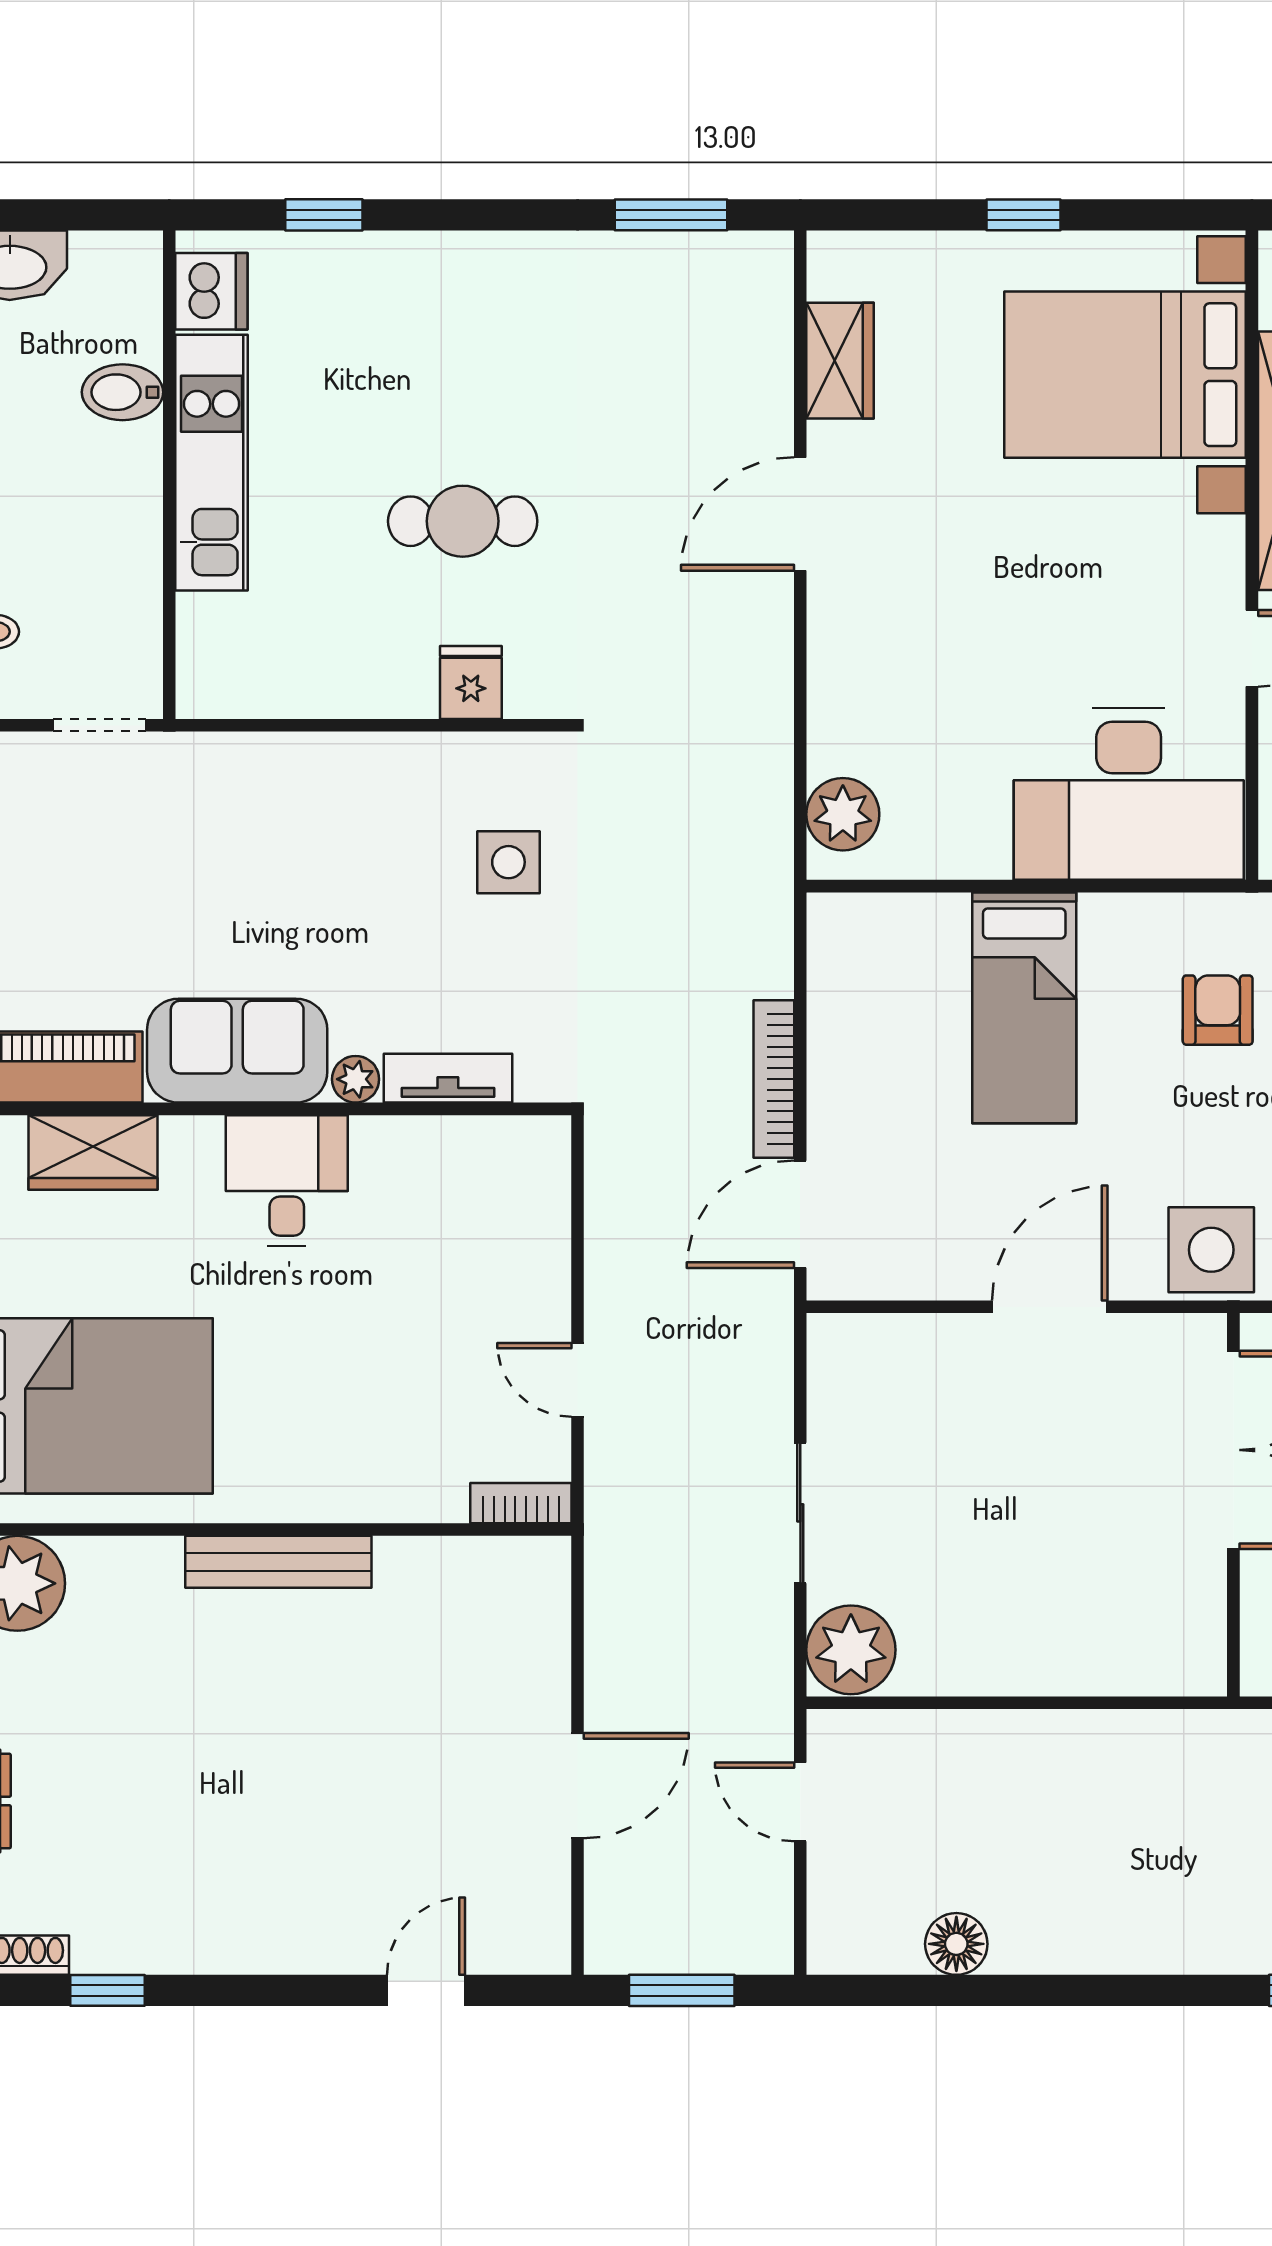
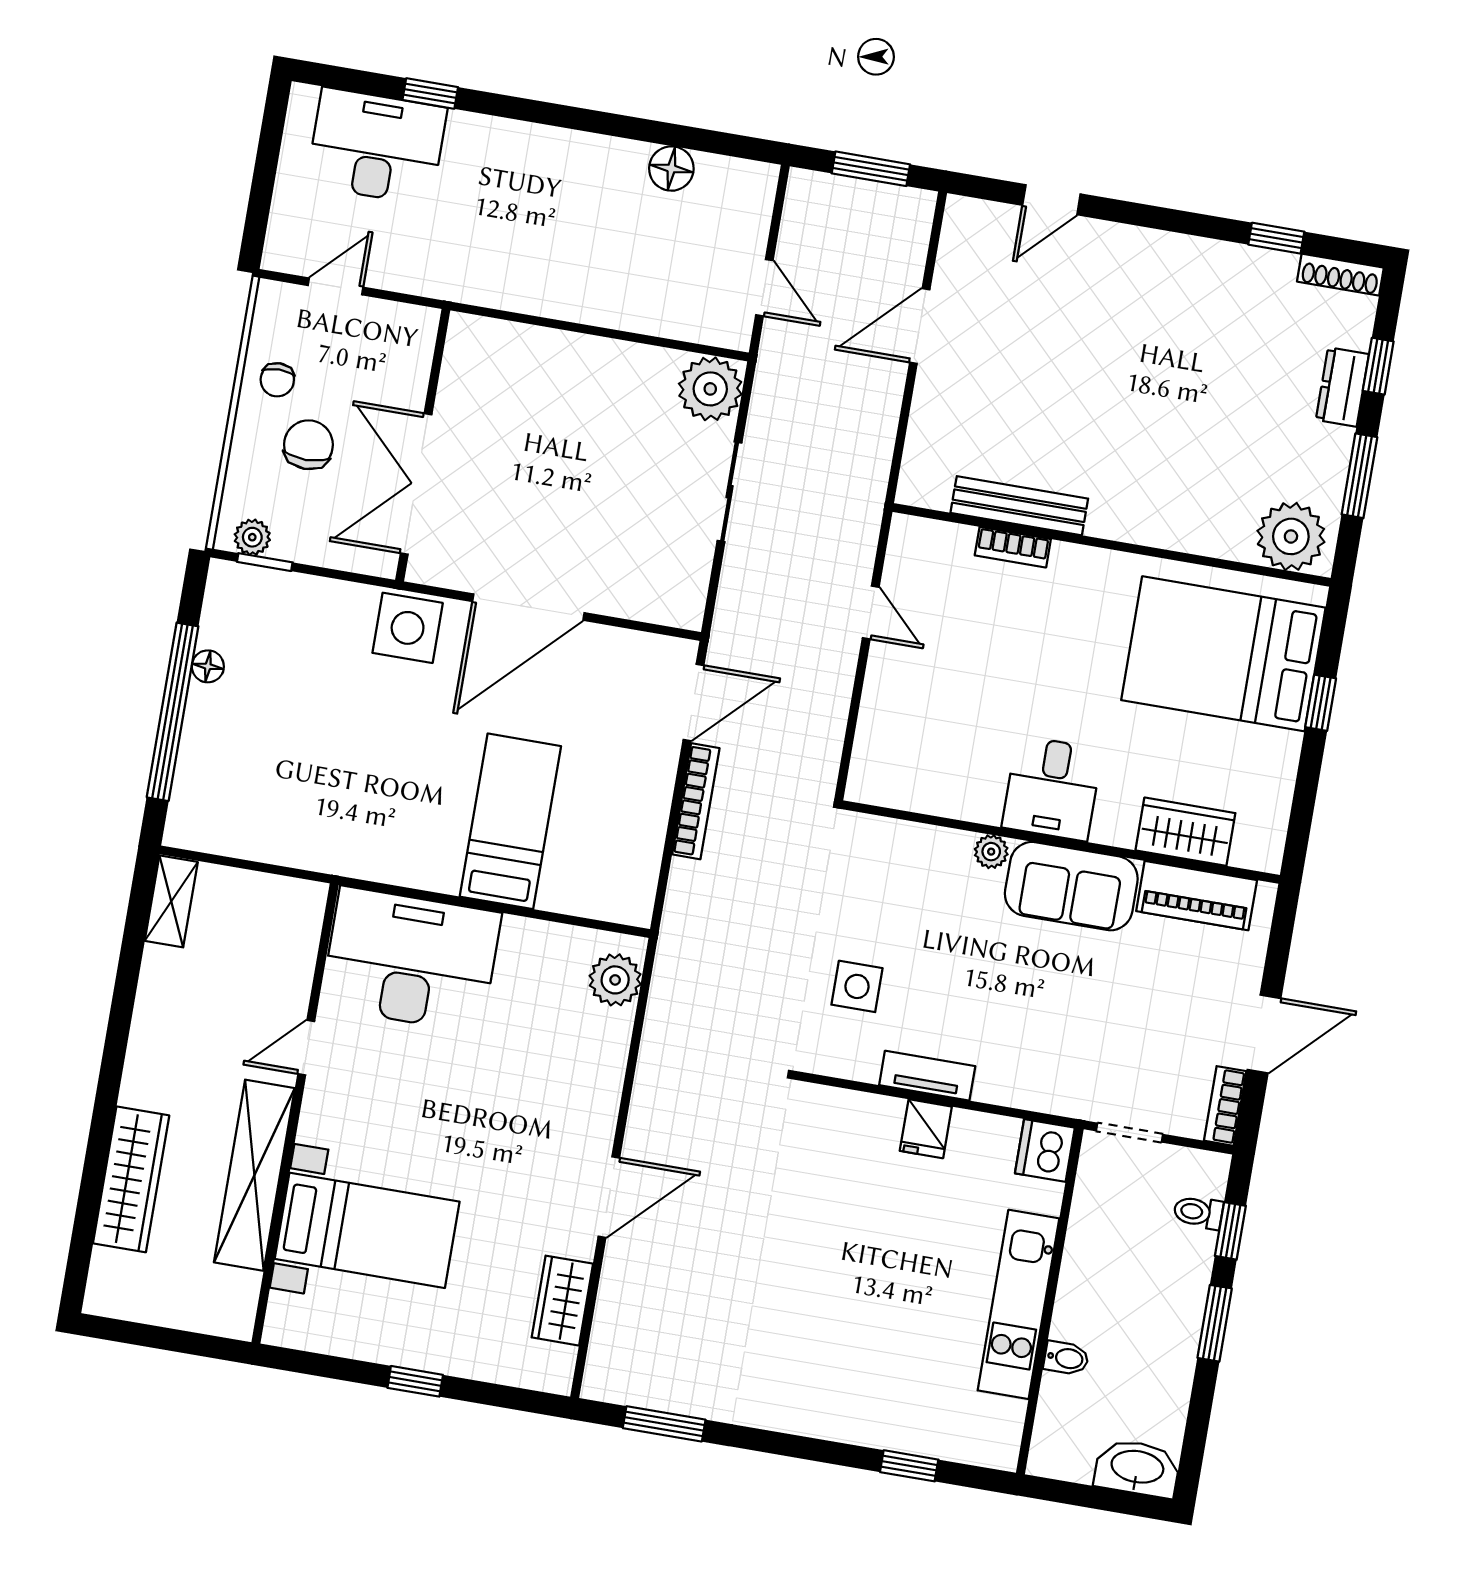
dishwasher: (211, 291) -> (1045, 1150), moved
bed with nightstands: (1125, 375) -> (367, 1230), width x0.73
bidet: (122, 392) -> (1066, 1358), width x0.72, depth x0.74
cafe table: (463, 521) -> (848, 1233), removed
fridge: (471, 683) -> (926, 1129), moved
armchair: (1218, 1010) -> (374, 796), removed
tv unit: (448, 1078) -> (927, 1076), moved, turned 180
door: (1050, 1307) -> (528, 607), width x1.36
bookcase: (521, 1503) -> (1013, 547), moved
bench: (278, 1562) -> (1019, 506), moved

